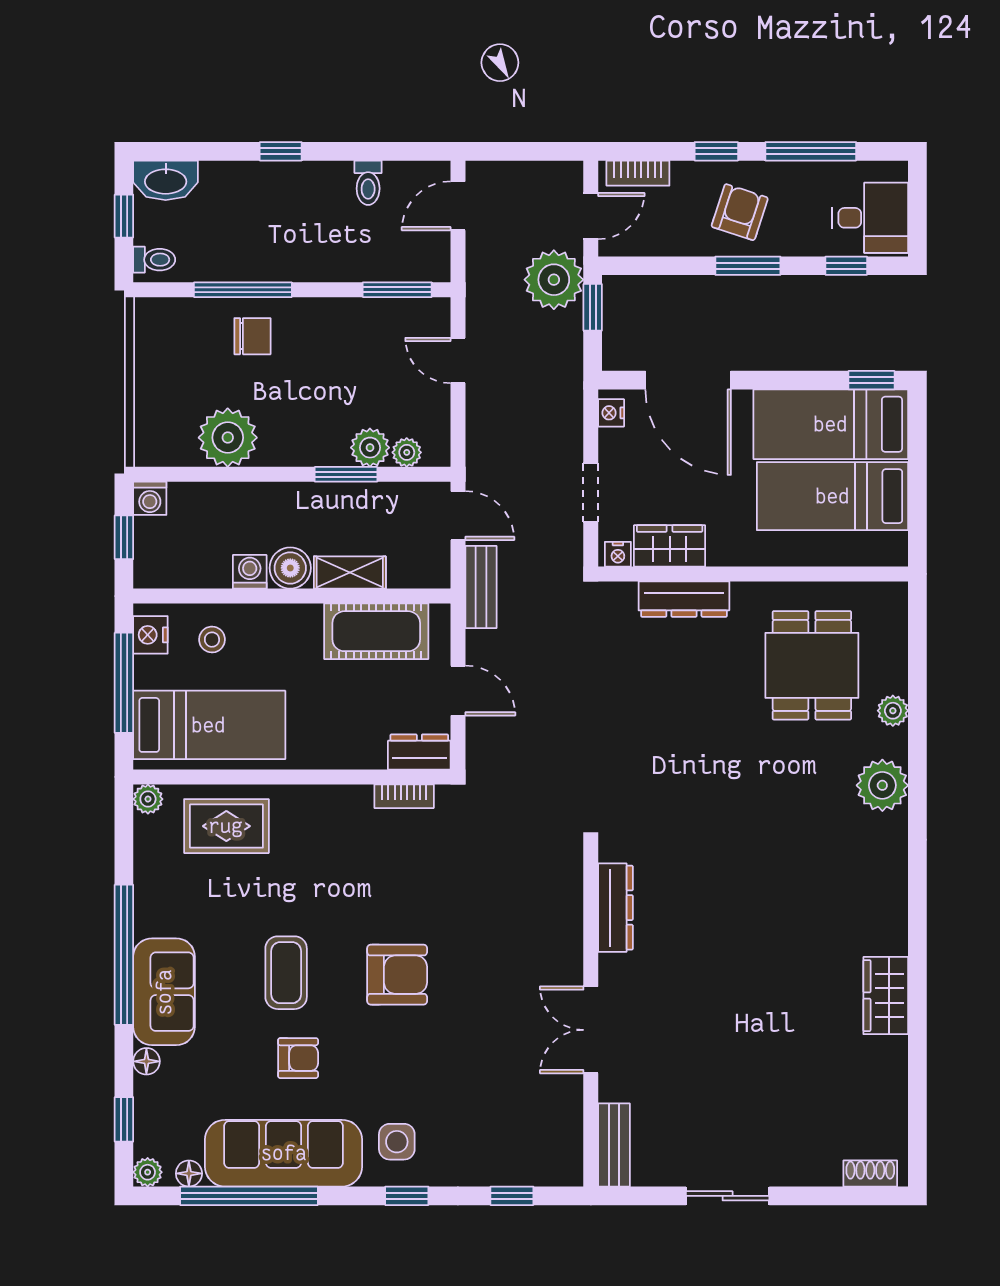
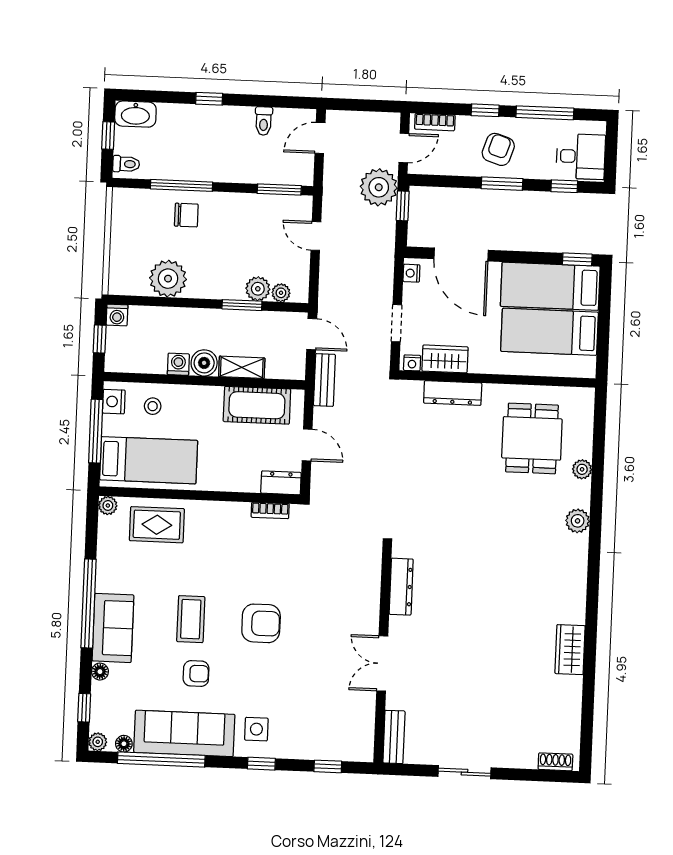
plant: (882, 785) -> (578, 521), width x0.73, depth x0.73

